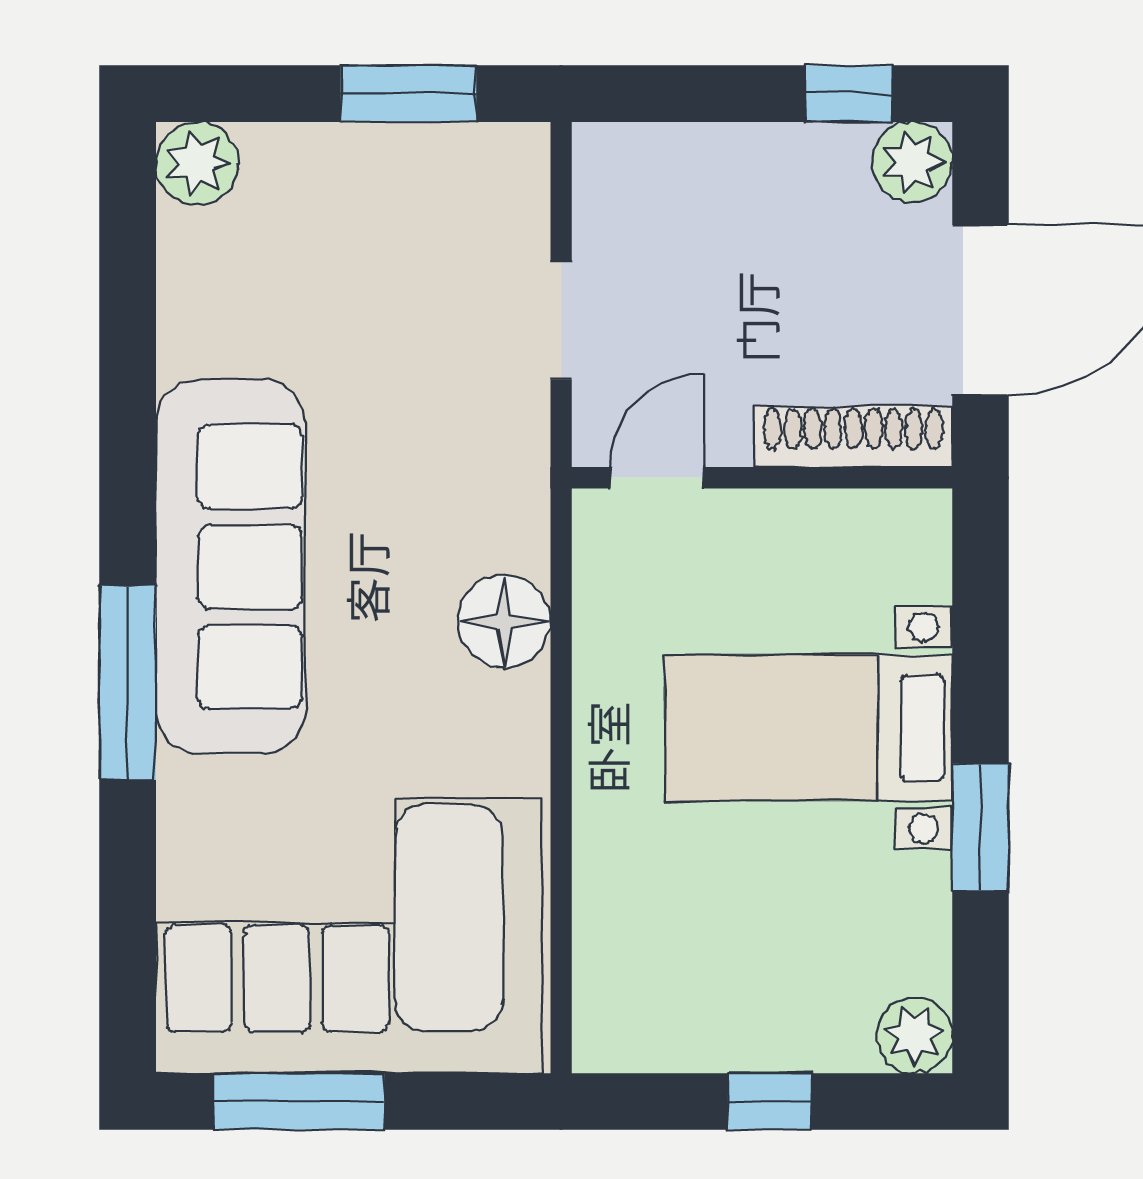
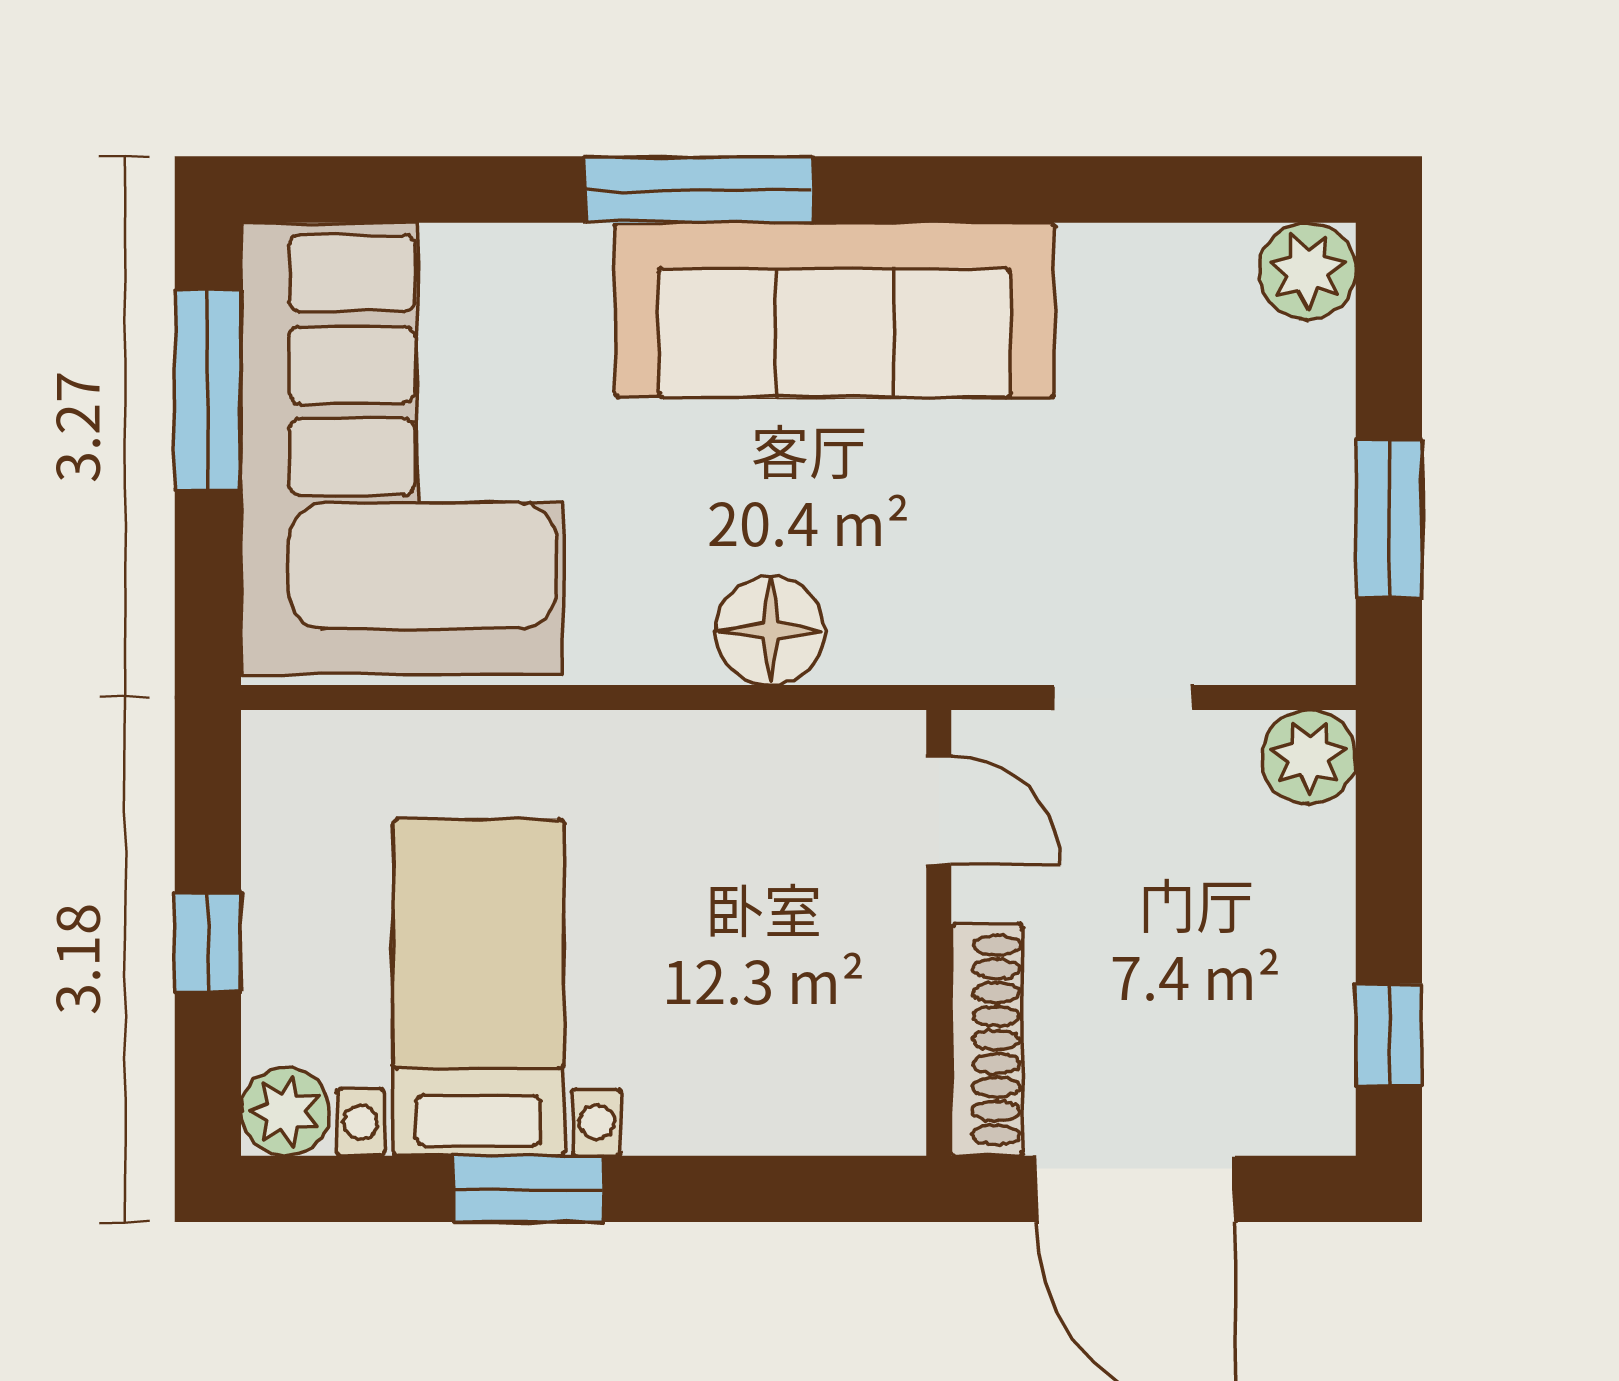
plant: (912, 162) -> (1309, 757), moved
bed with nightstands: (809, 728) -> (478, 988), moved

